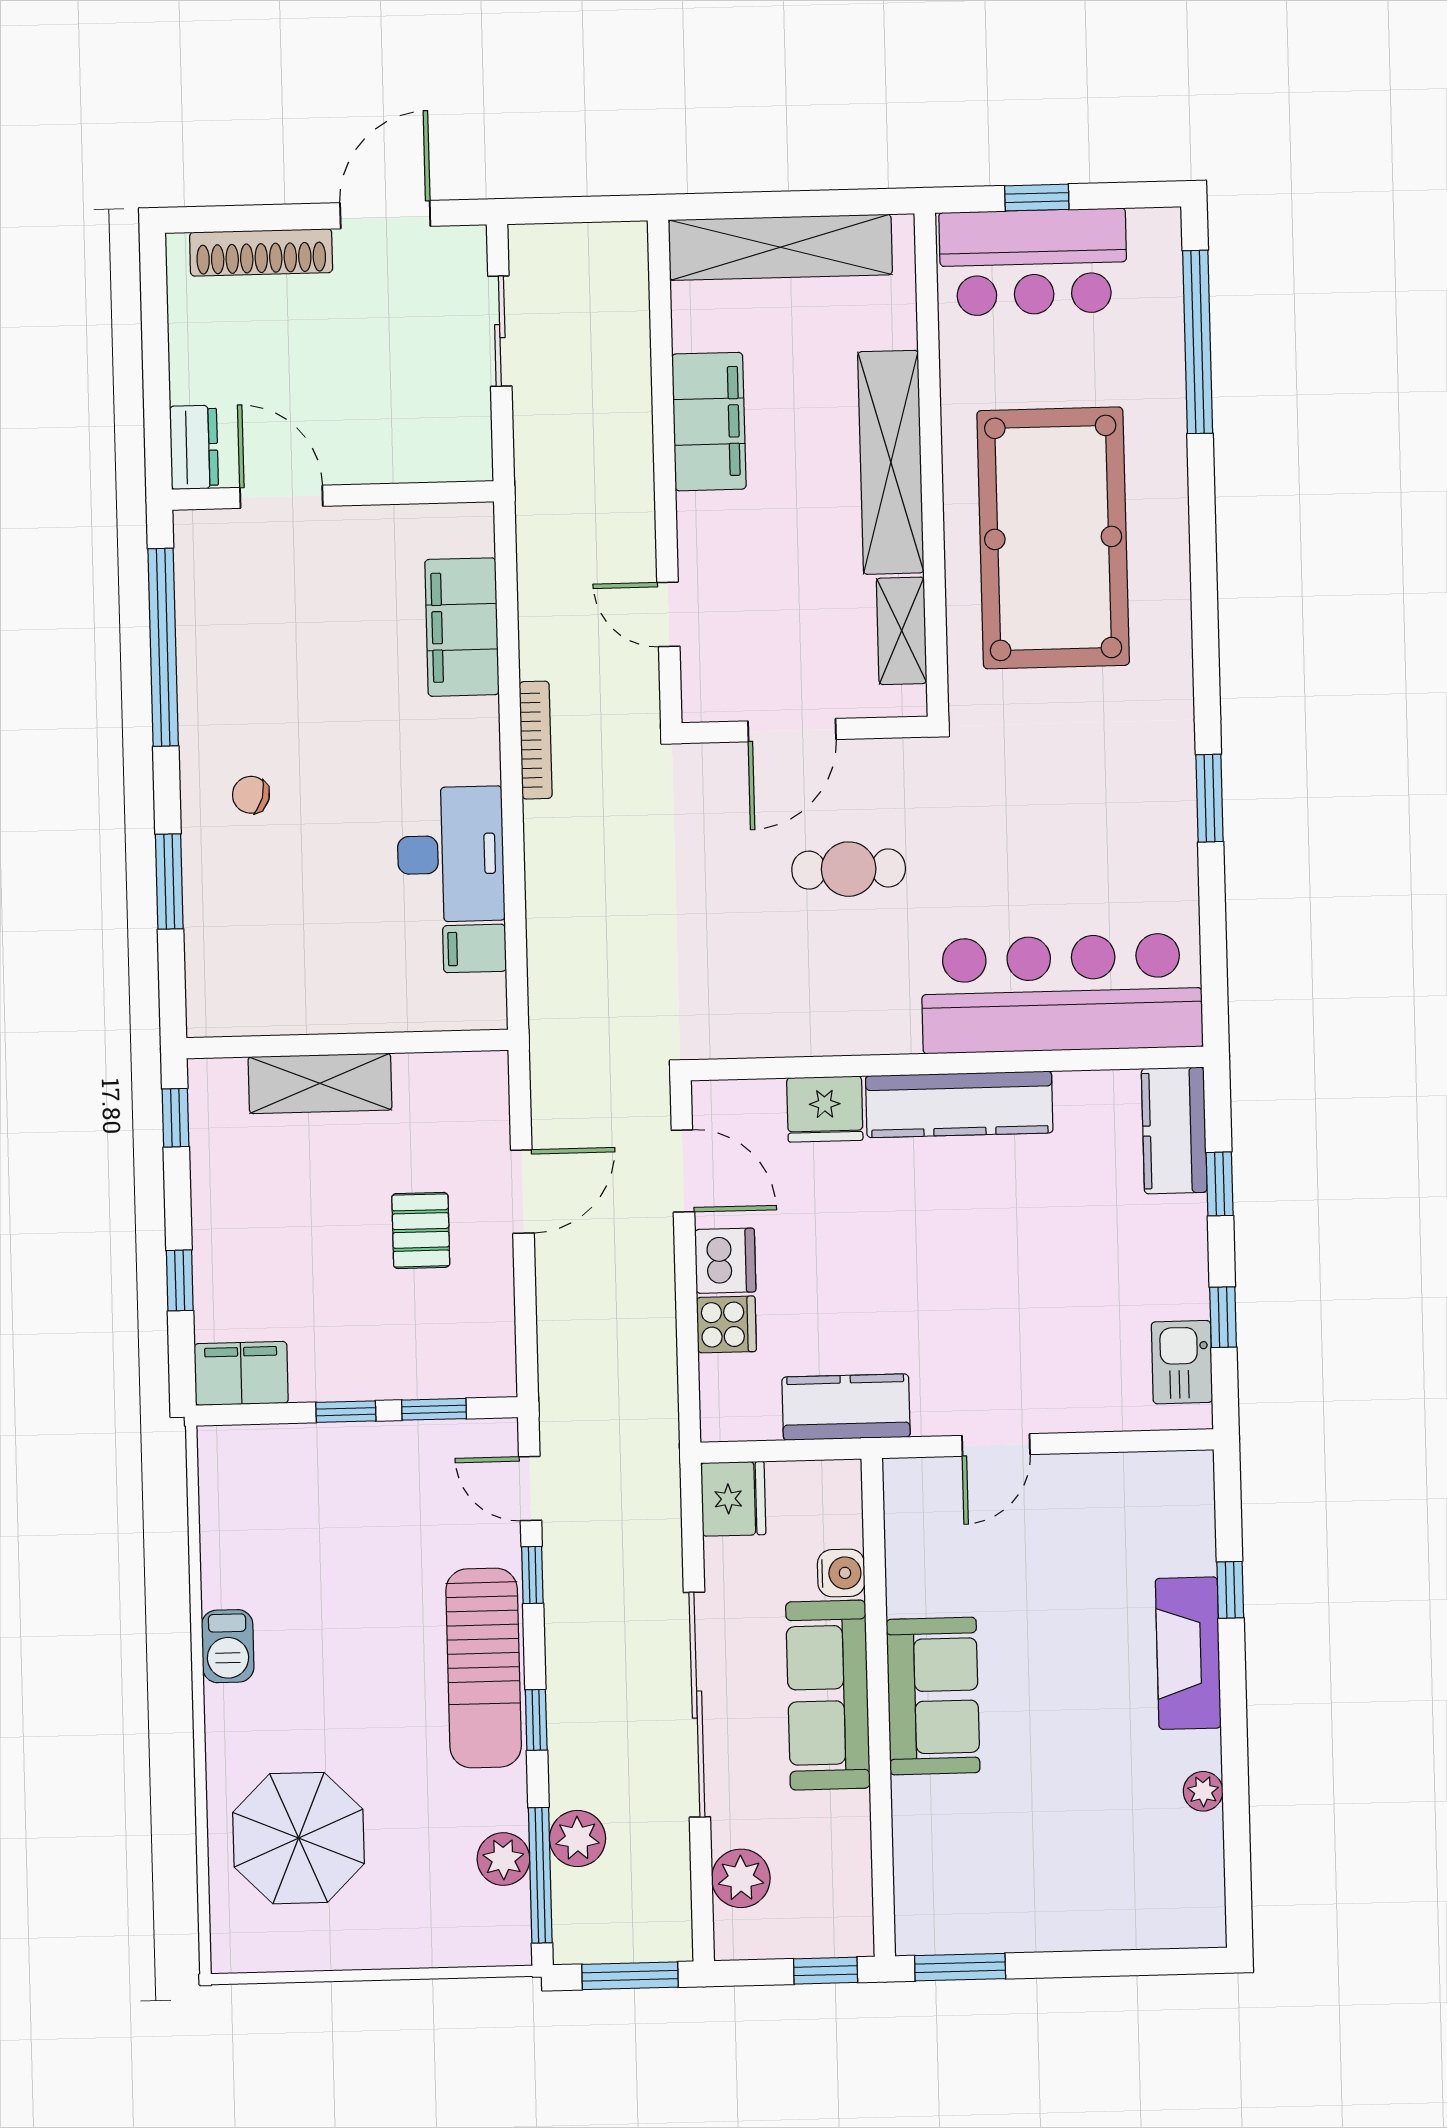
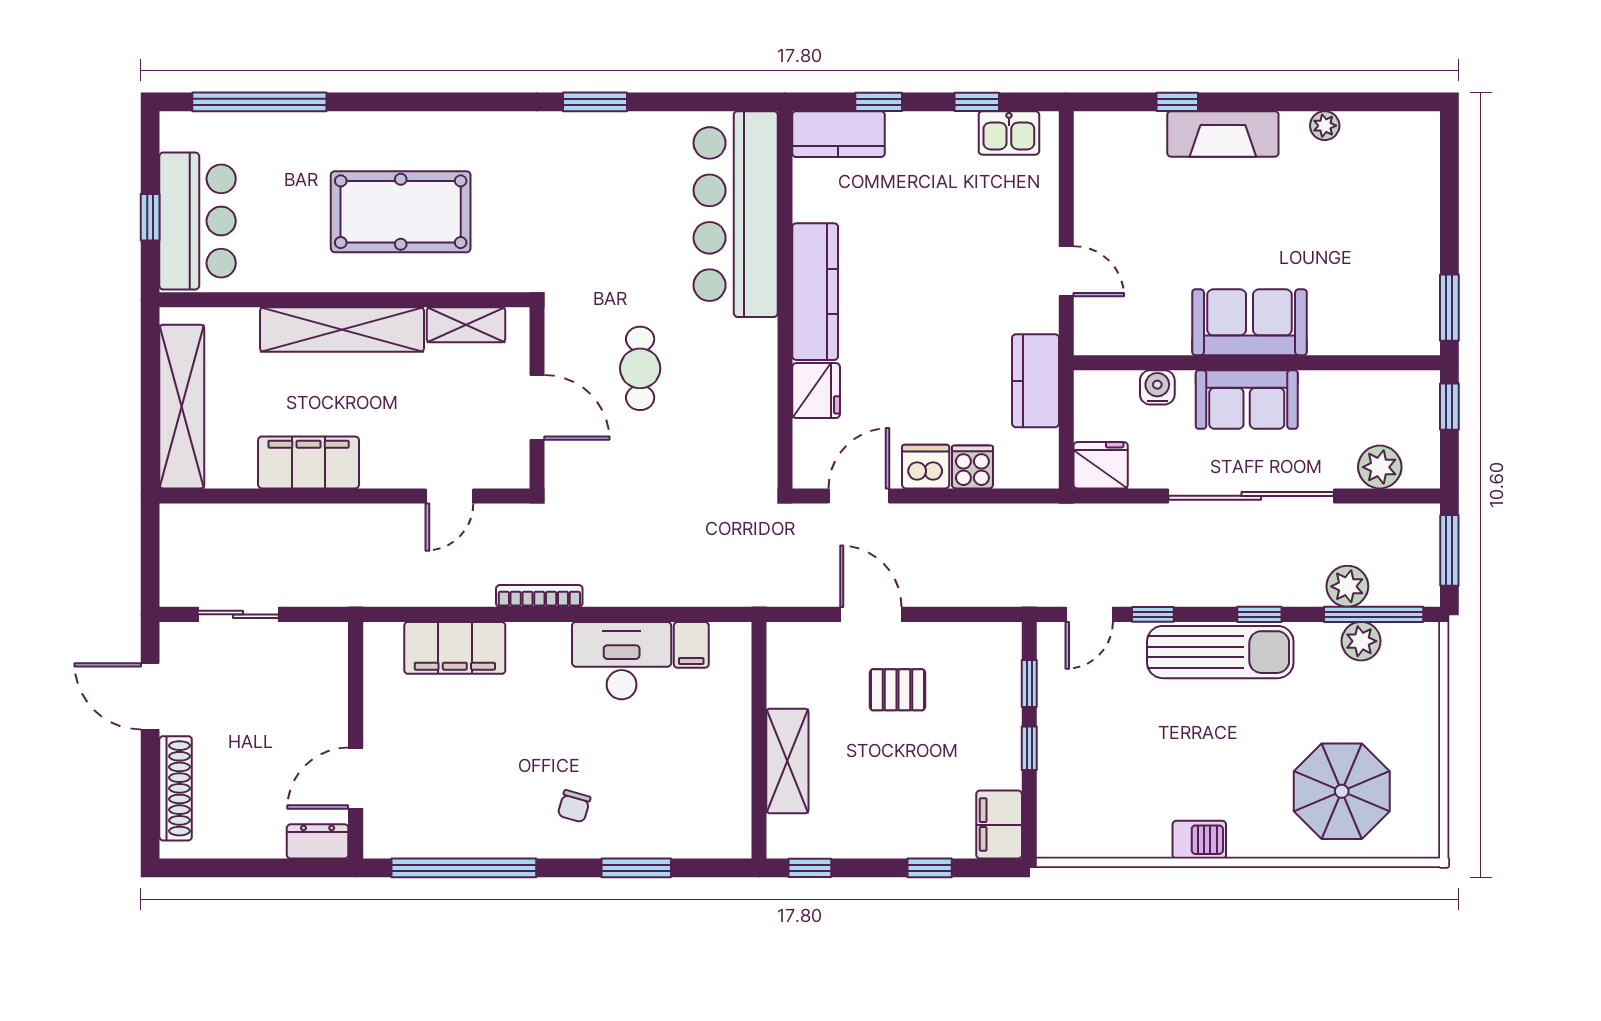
pool table: (1053, 538) -> (401, 212), width x0.73, depth x0.76
sofa: (828, 1695) -> (1247, 400), width x0.73

